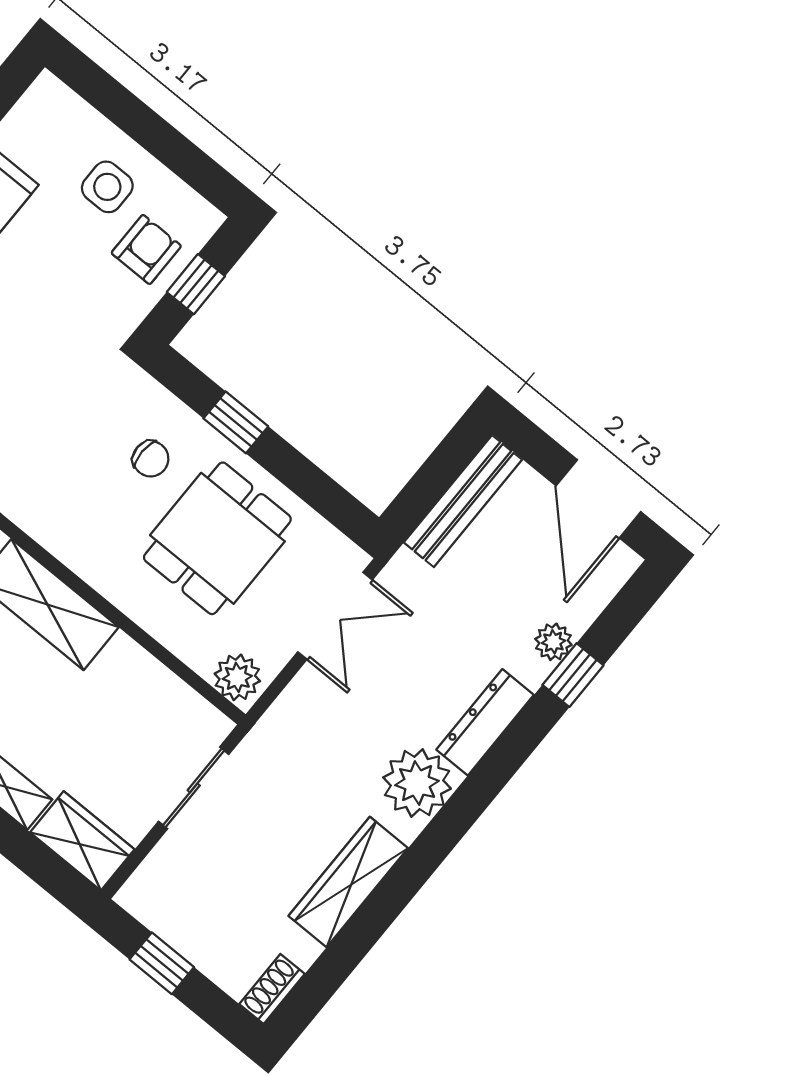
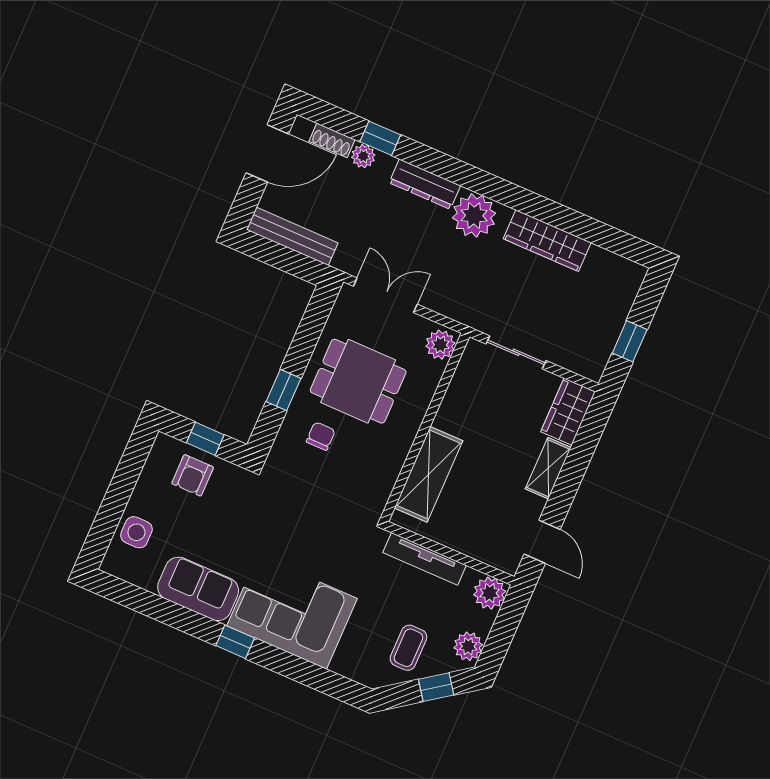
side table: (107, 187) -> (136, 532), moved
armchair: (146, 249) -> (193, 475), turned -90
shoe rack: (272, 989) -> (332, 140), moved

